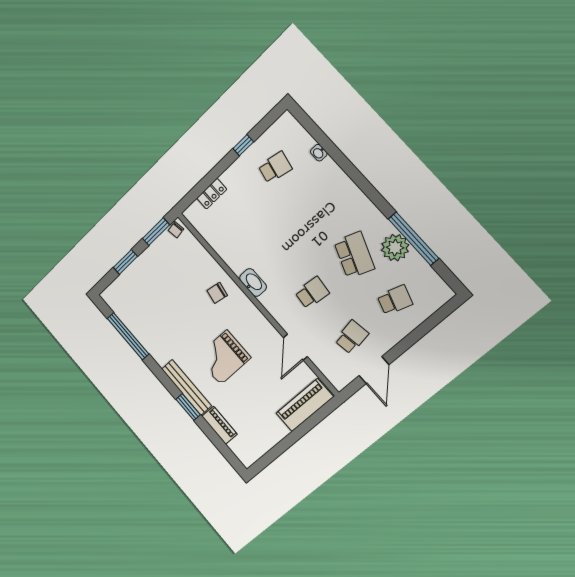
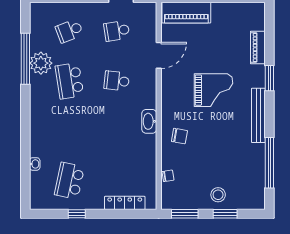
school desk: (275, 167) -> (69, 181), width x1.85
locker: (212, 194) -> (125, 203), width x1.53
chair: (176, 230) -> (168, 176), moved
school desk: (354, 255) -> (69, 81), turned -30
stool: (144, 272) -> (218, 195), added
school desk: (395, 300) -> (69, 31), turned -39
bench: (186, 387) -> (258, 115), moved

